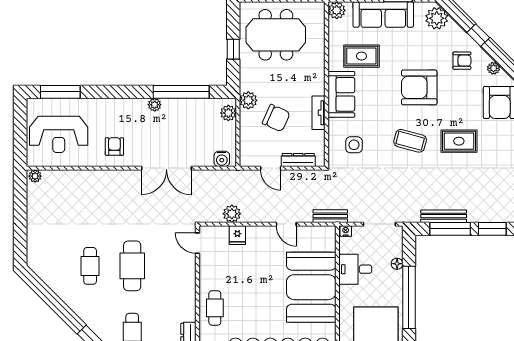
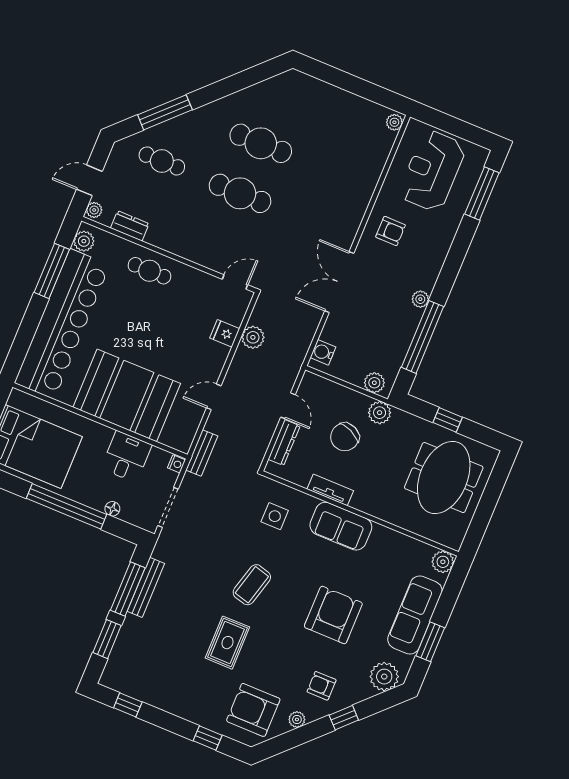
rug: (361, 56) -> (376, 569), removed
armchair: (462, 61) -> (322, 686), turned 90
armchair: (419, 87) -> (333, 615), moved
door: (271, 168) -> (288, 406), swing flipped
cafe table: (90, 266) -> (261, 143), width x1.37, depth x1.35

